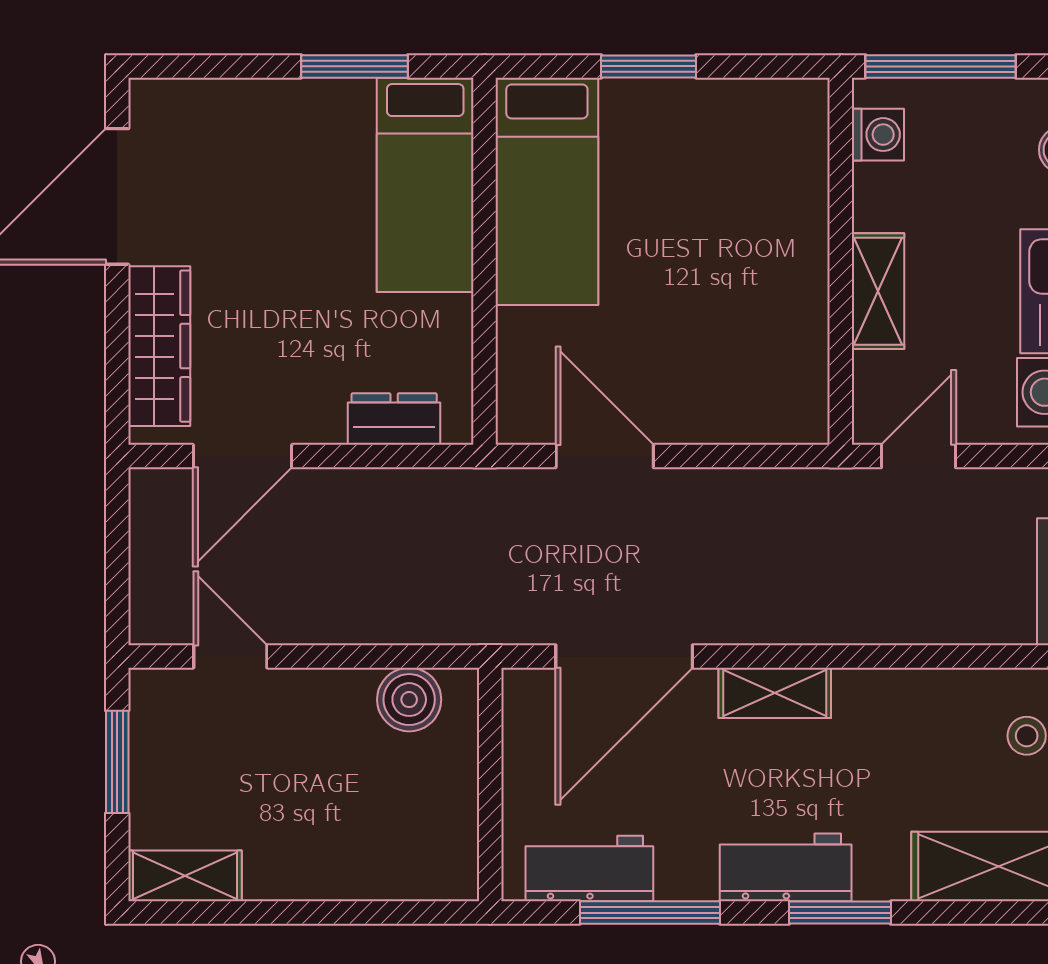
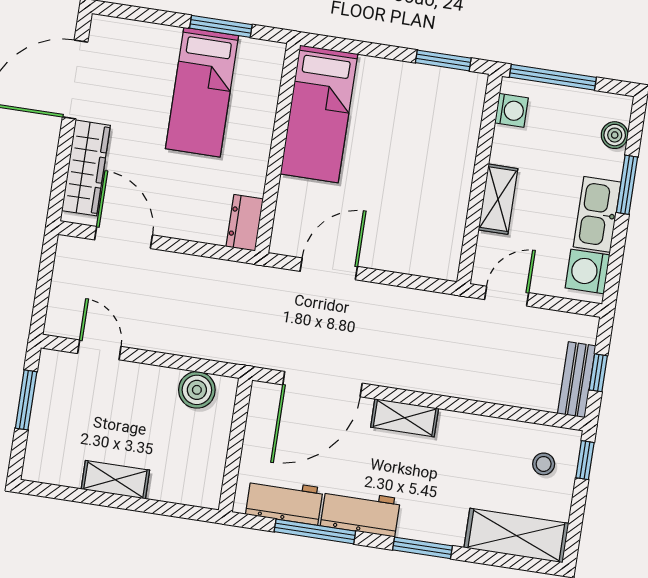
window: (649, 66) -> (443, 60), moved
bed: (425, 185) -> (202, 92), moved
dresser: (394, 419) -> (245, 223), moved, turned -90
door: (242, 456) -> (124, 237), swing flipped
door: (605, 456) -> (329, 269), hinge flipped
workbench: (786, 867) -> (360, 512), moved
shelving: (185, 876) -> (115, 480), moved

